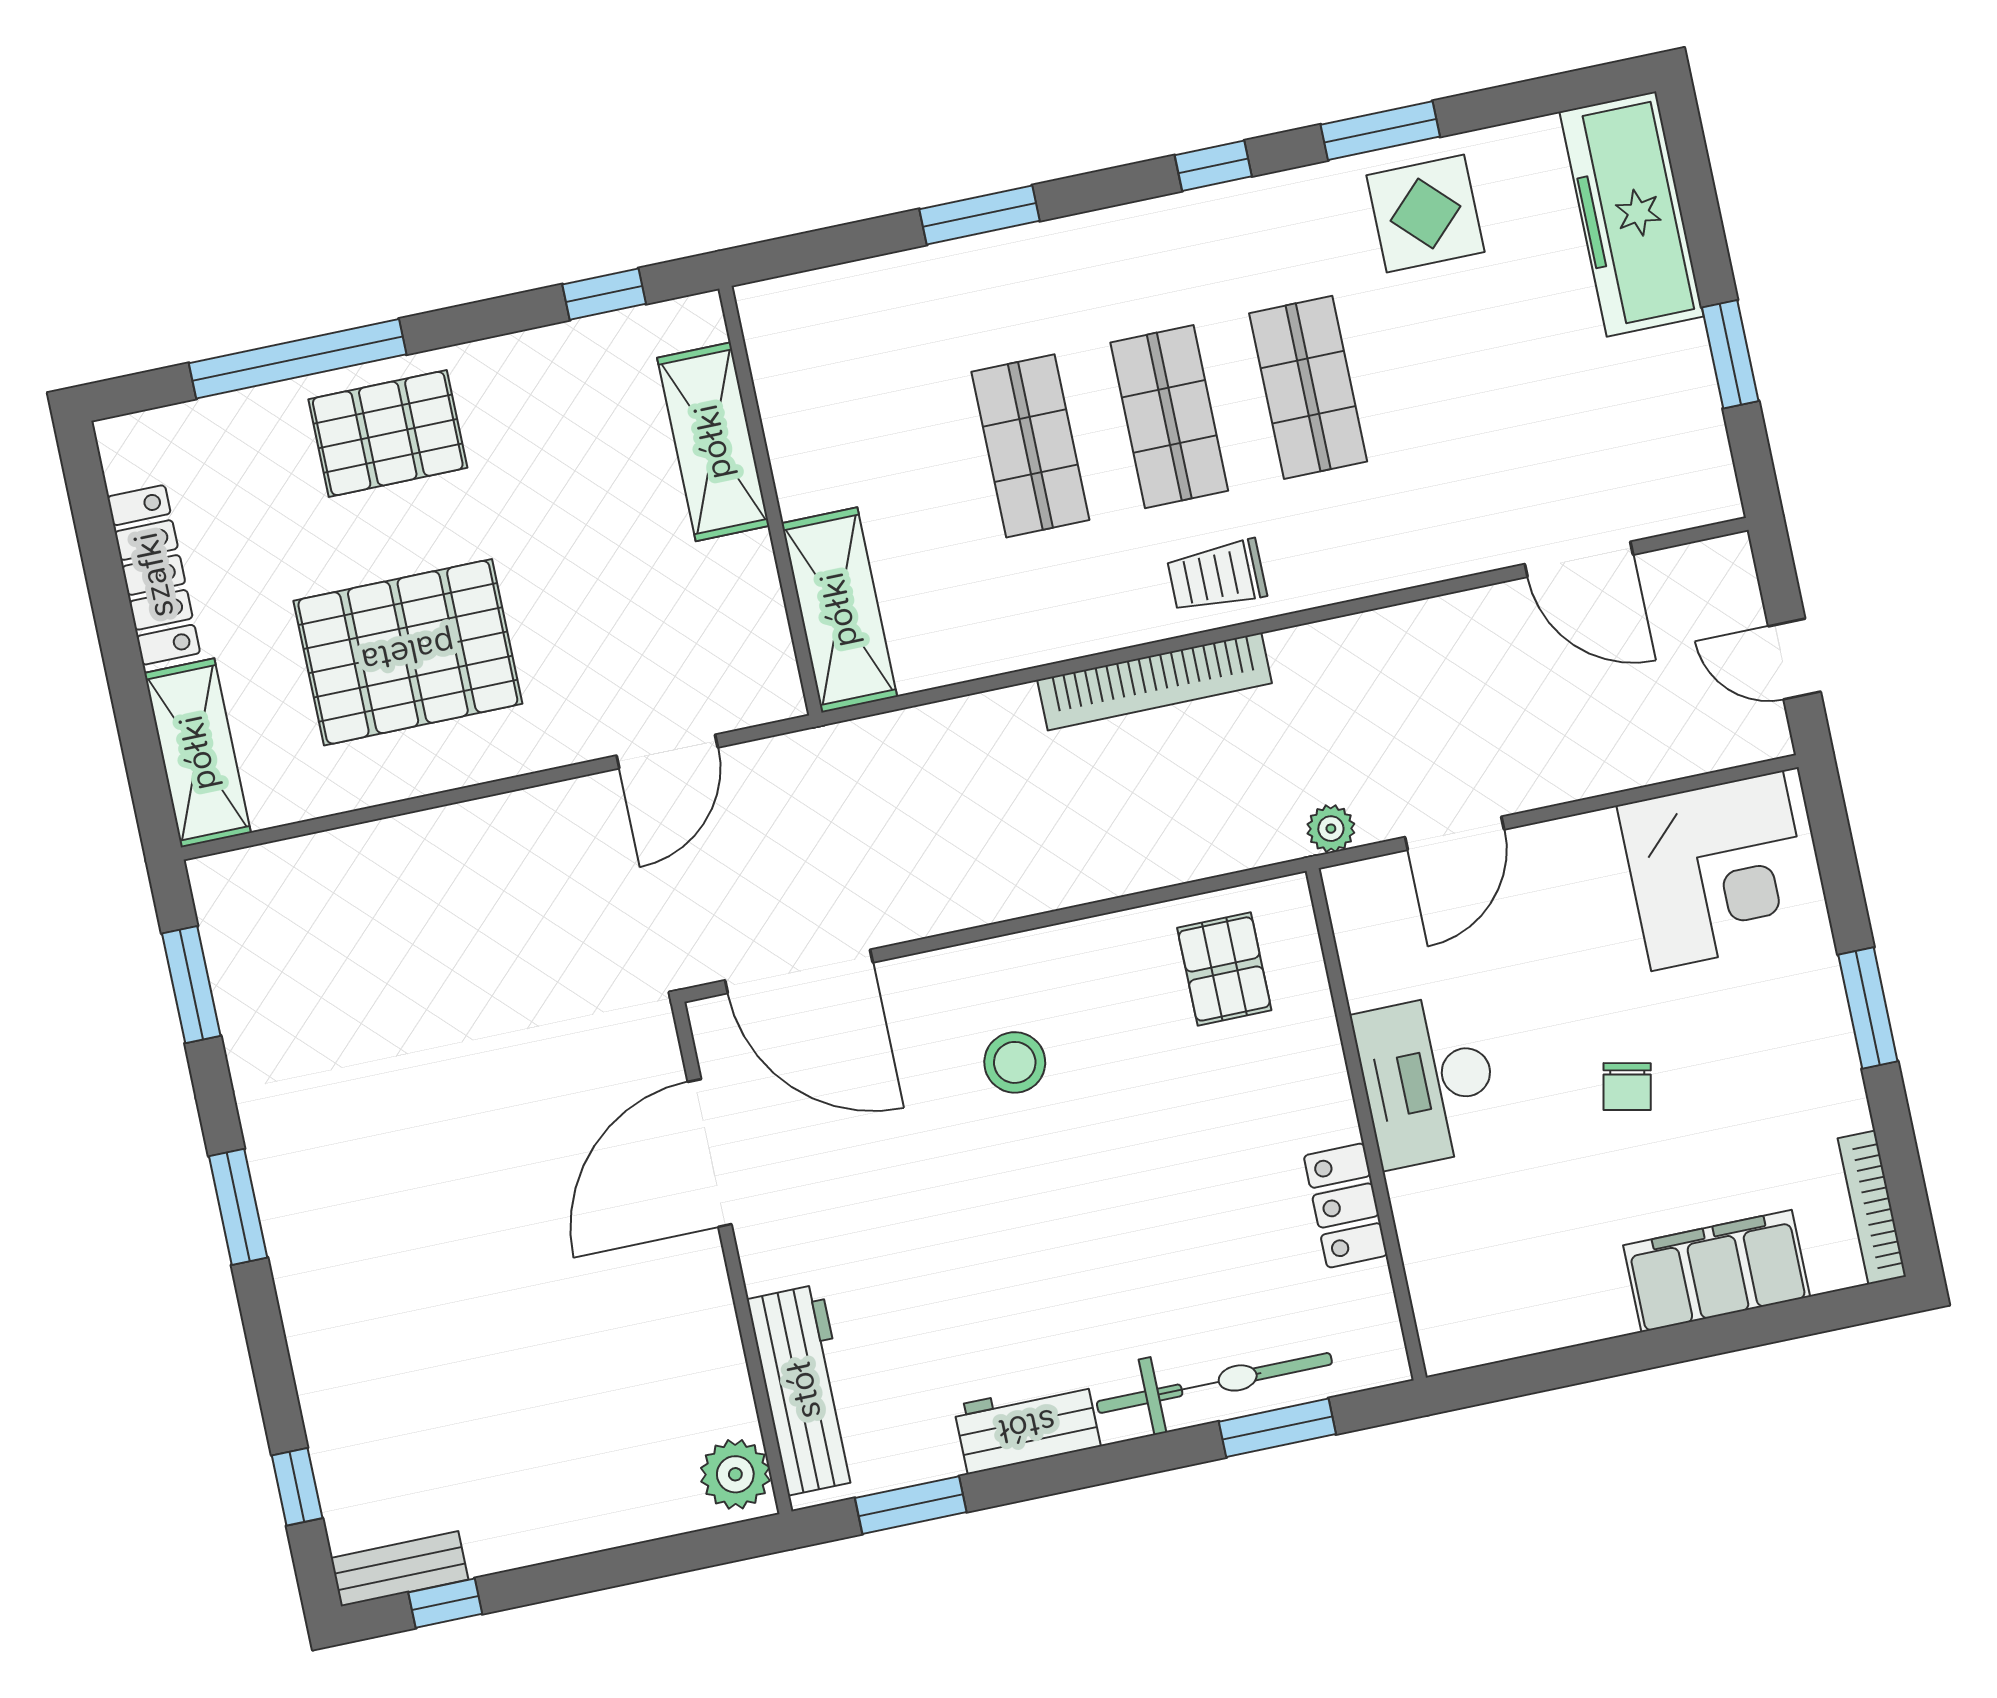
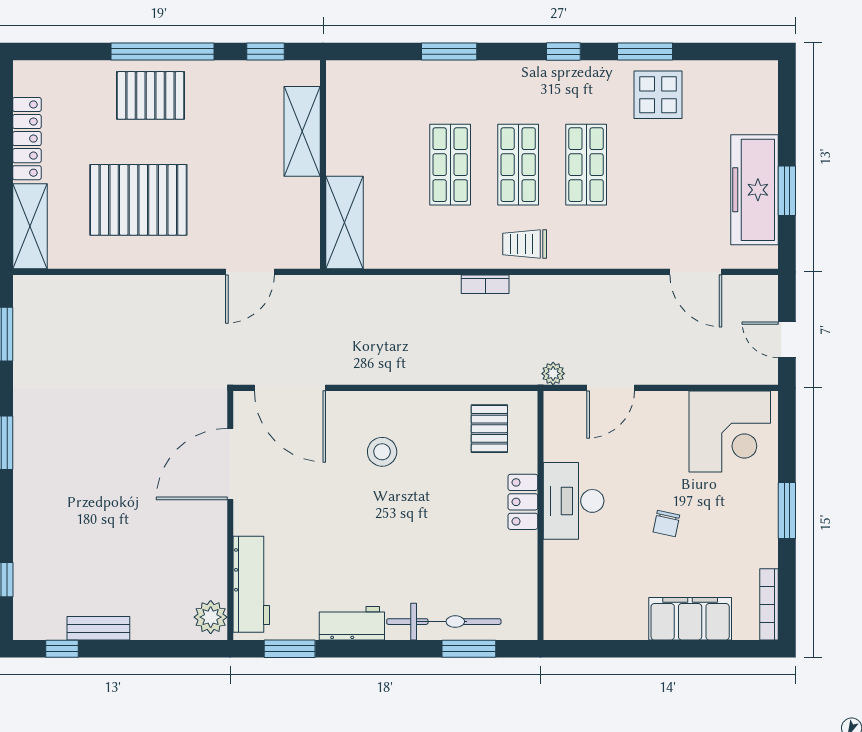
freezer: (1632, 214) -> (755, 190), moved
window: (298, 359) -> (163, 52), moved
bookcase: (1155, 681) -> (485, 284), width x0.43, depth x0.76
locker: (1346, 1205) -> (523, 502), moved
bench: (400, 1569) -> (98, 628), moved

